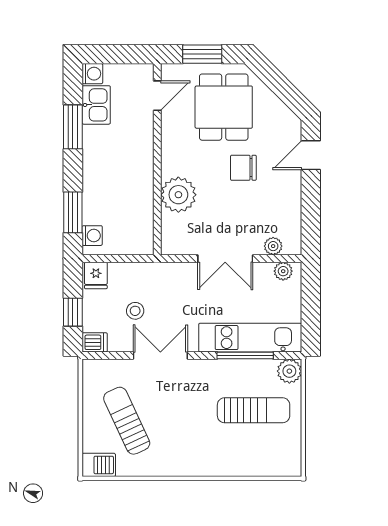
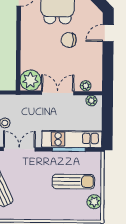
plant: (178, 195) -> (30, 80), moved
double door: (225, 259) -> (58, 93), swing flipped
plant: (289, 371) -> (94, 202), moved

